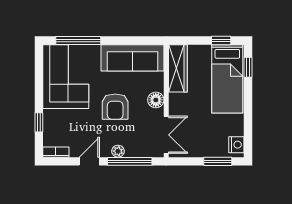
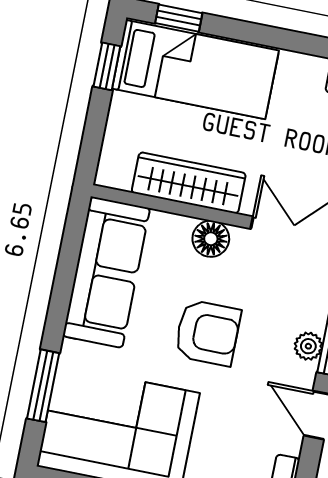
window: (78, 40) -> (43, 386), width x0.69
wardrobe: (178, 68) -> (189, 183), moved

